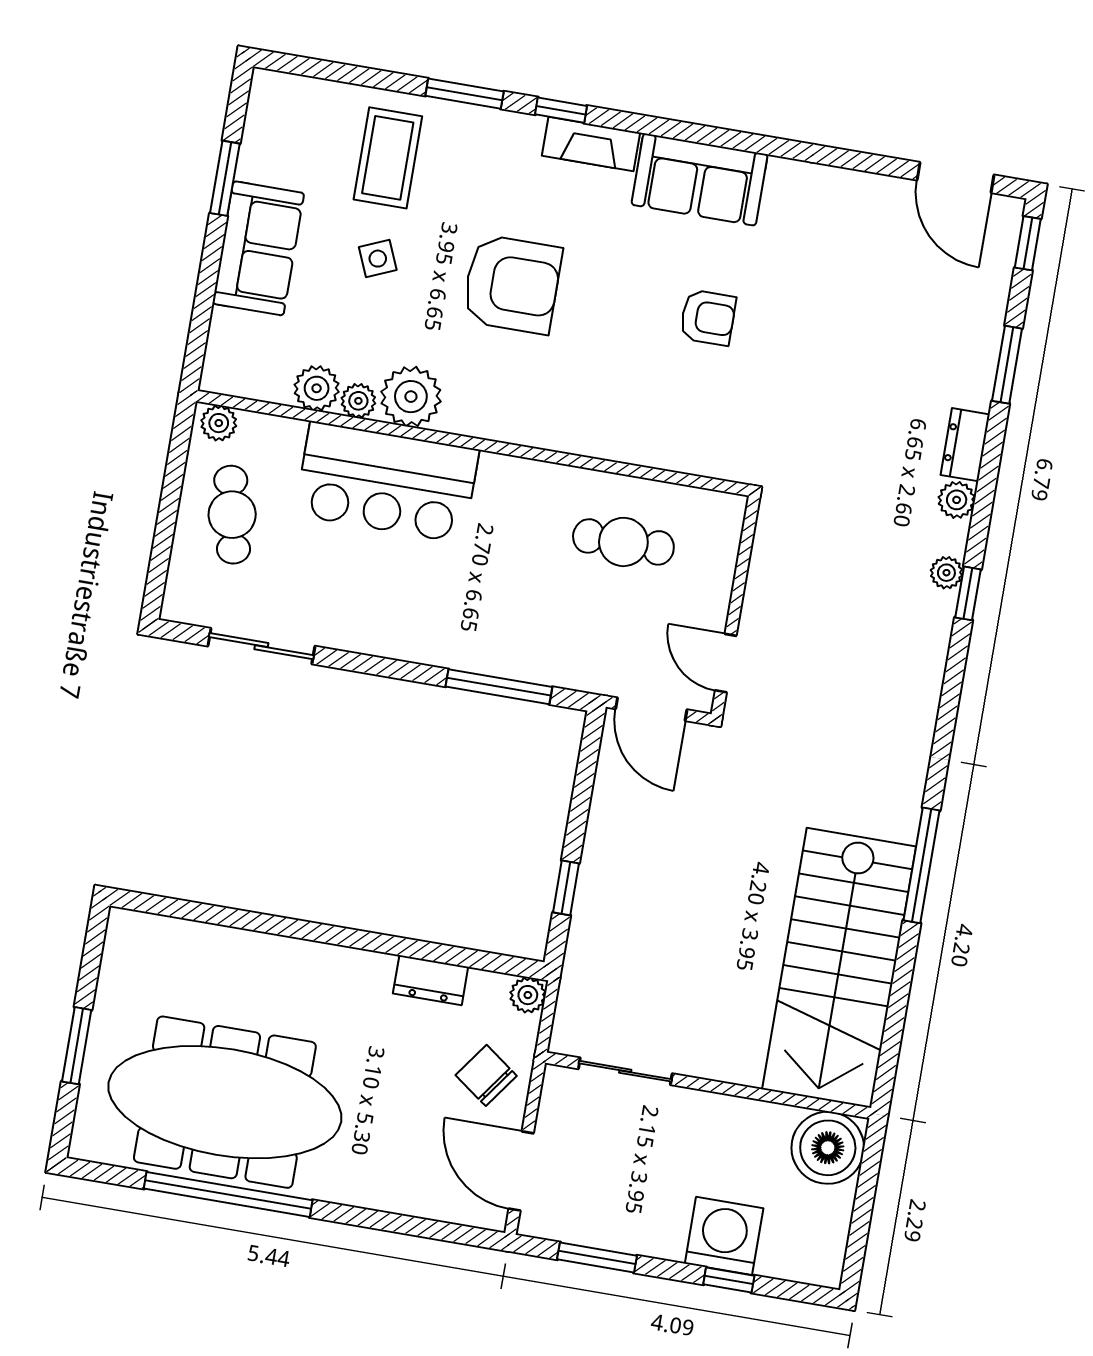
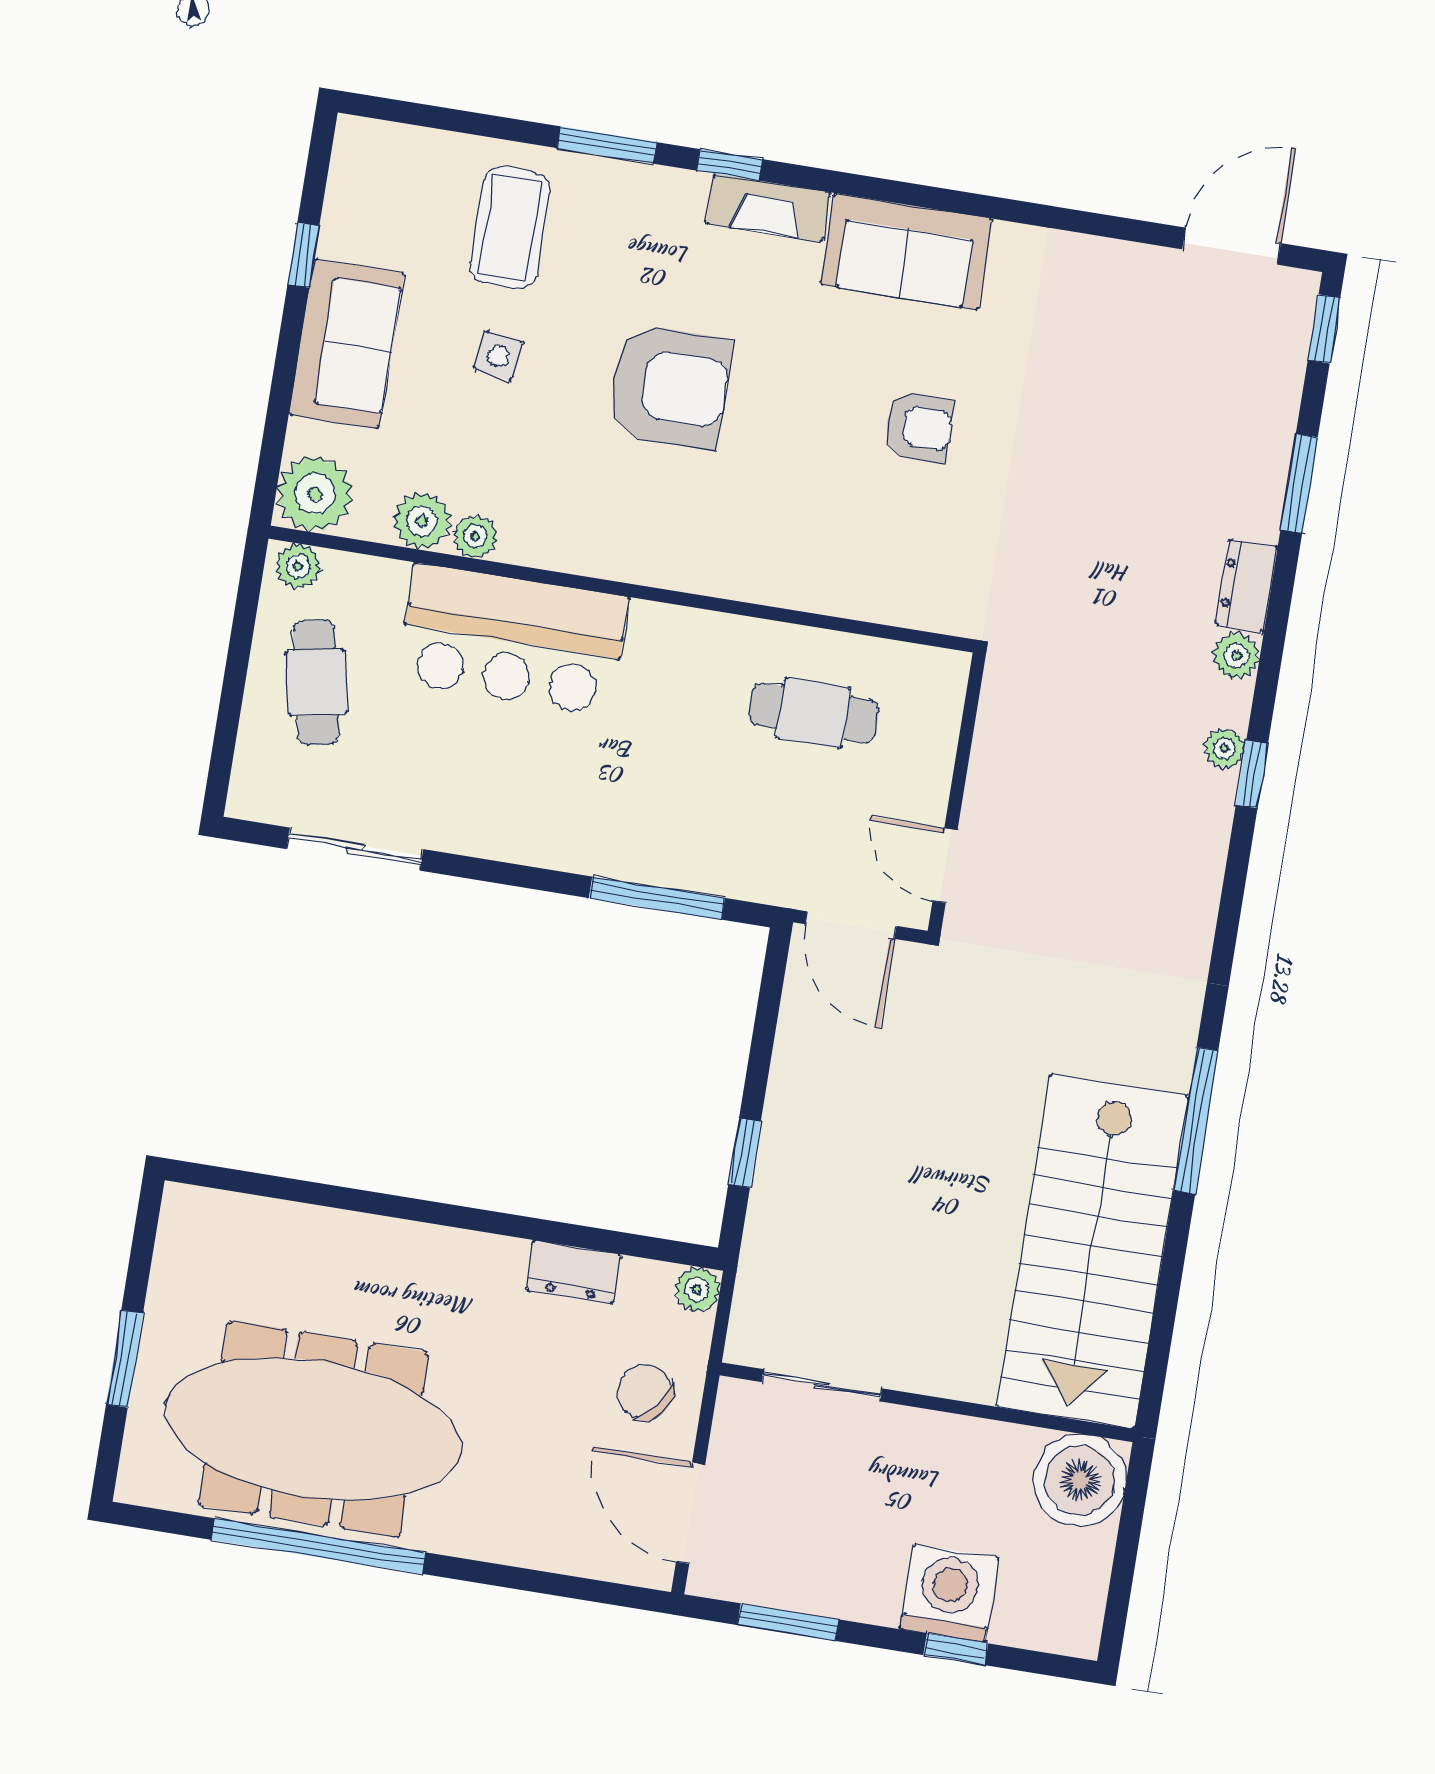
window: (225, 178) -> (303, 255), width x0.67
door: (956, 178) -> (1231, 246), swing flipped
side table: (378, 259) -> (498, 356), turned 31
plant: (411, 397) -> (315, 494), moved

